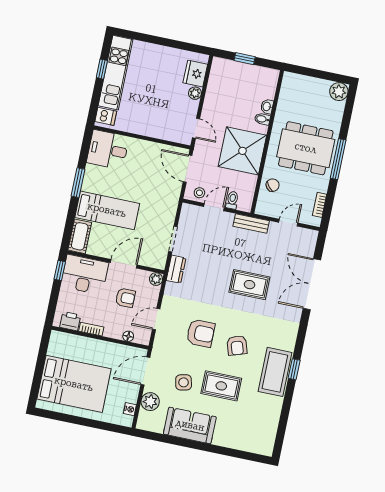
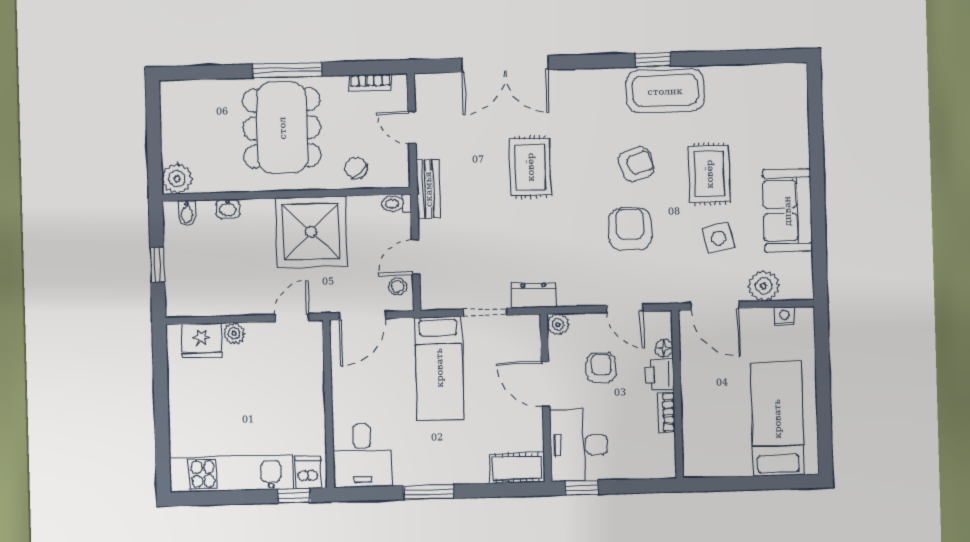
window: (102, 69) -> (294, 496), moved
plant: (339, 92) -> (177, 179), moved
bidet: (262, 119) -> (187, 213), moved
toilet: (232, 200) -> (396, 203), moved
door: (214, 207) -> (416, 257), hinge flipped
bed: (107, 210) -> (439, 368), moved, turned 180
printer: (70, 321) -> (660, 375), moved
bed: (74, 384) -> (777, 419), width x0.67

